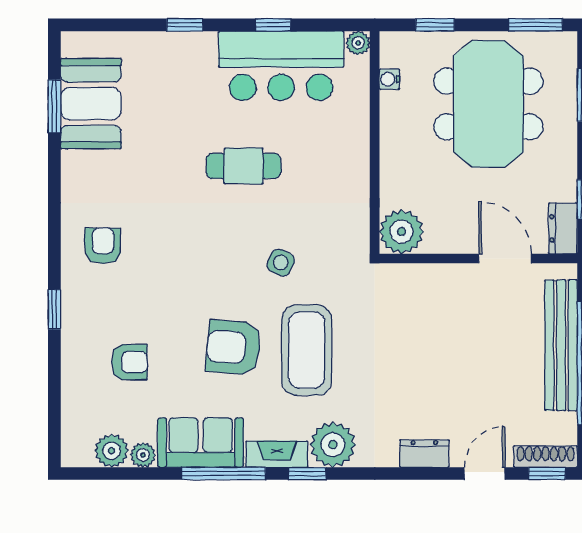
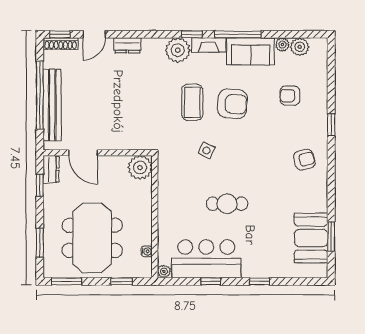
armchair: (103, 246) -> (304, 160), turned -105
coffee table: (307, 350) -> (192, 102), width x0.73, depth x0.76

